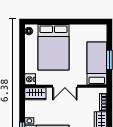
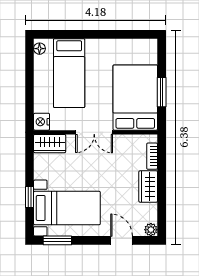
bed: (53, 47) -> (69, 73), width x0.67
bed: (97, 63) -> (135, 98), width x1.50

